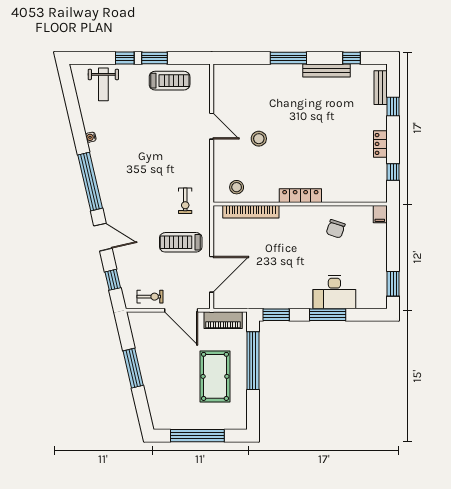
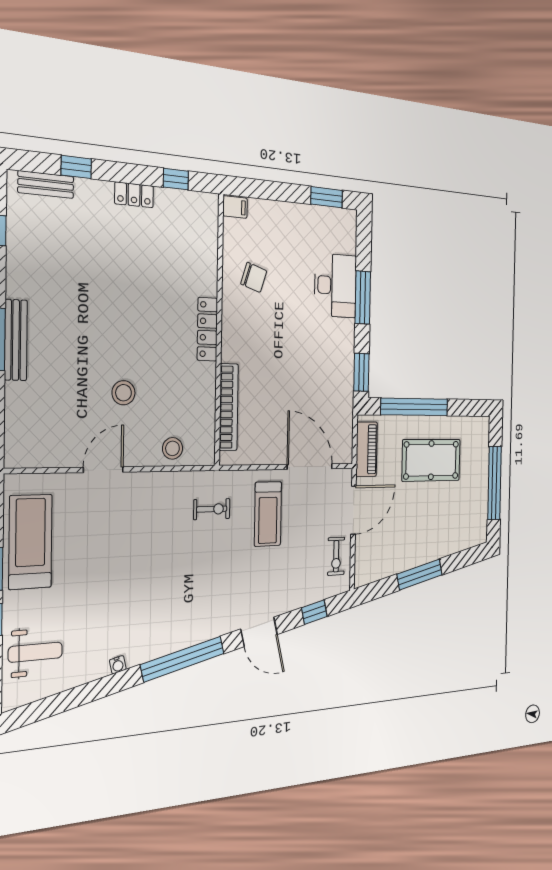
bench: (327, 71) -> (16, 340), moved
treadmill: (170, 81) -> (30, 542), width x1.37, depth x1.38
stool: (237, 187) -> (173, 448), moved
door: (103, 237) -> (259, 632), swing flipped
exercise bike: (150, 297) -> (336, 556), turned 180

